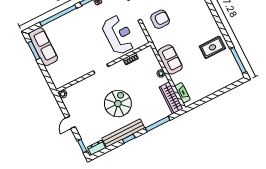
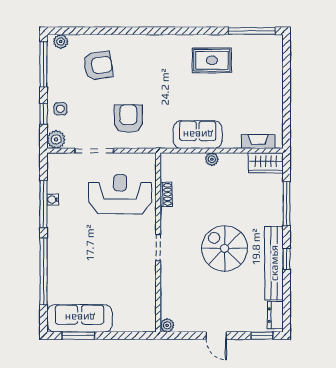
rug: (212, 47) -> (212, 60), turned 90
wardrobe: (171, 98) -> (266, 163), width x0.67

